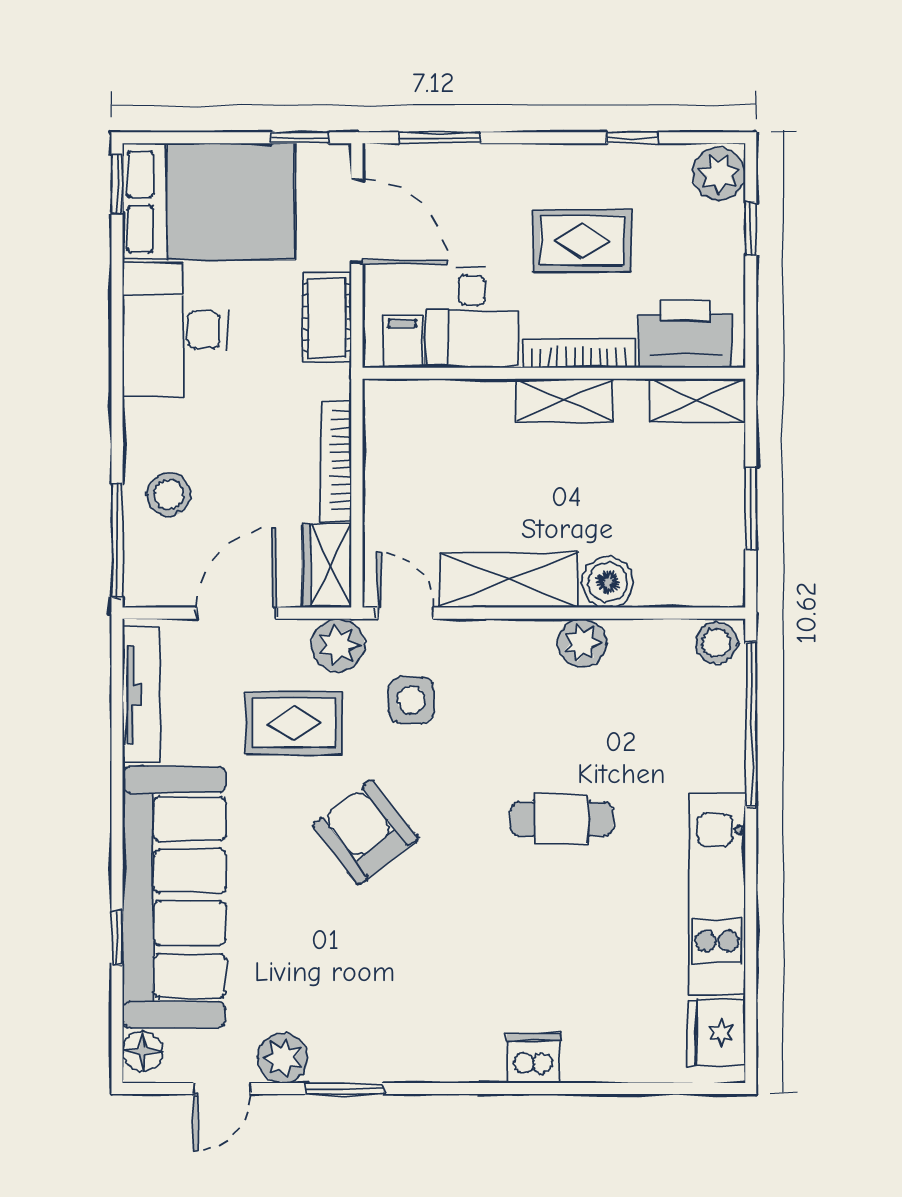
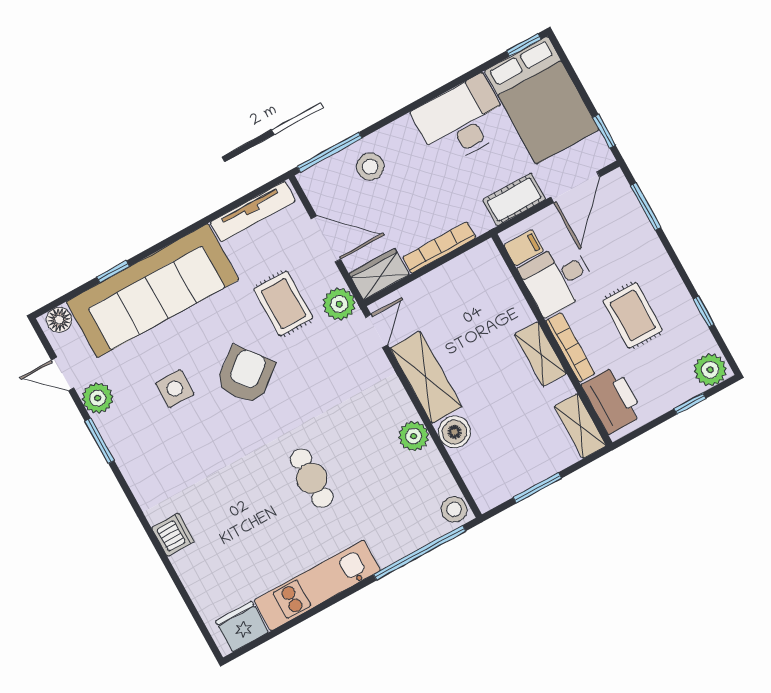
side table: (411, 700) -> (175, 389), moved

